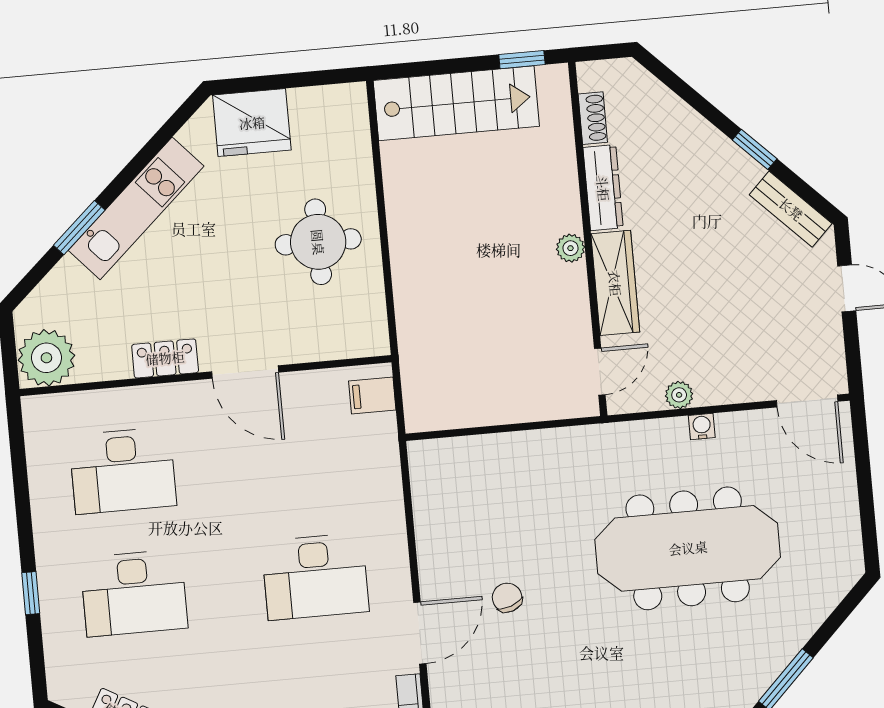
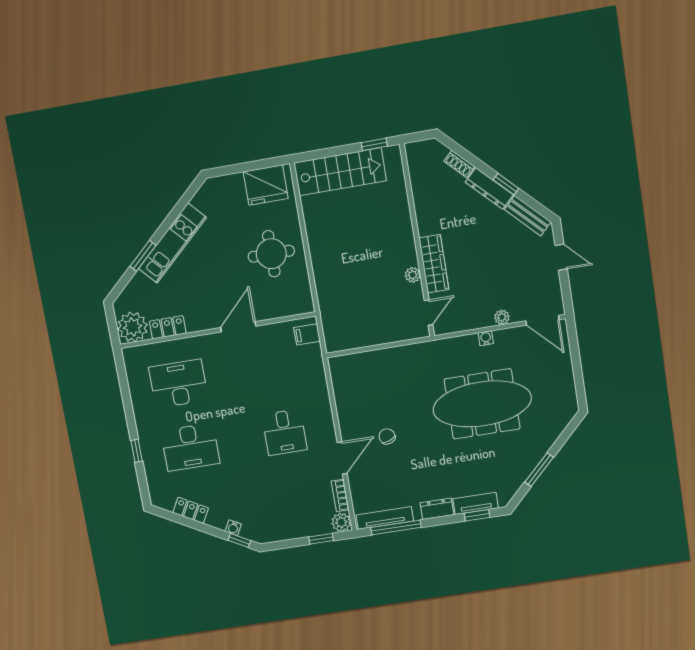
shoe rack: (593, 118) -> (459, 164), moved, turned 135
fridge: (252, 123) -> (266, 185), moved
dresser: (603, 188) -> (489, 189), moved, turned 135
plant: (570, 248) -> (413, 275), moved
locker: (165, 358) -> (168, 327), moved
door: (245, 372) -> (238, 327), swing flipped
plant: (679, 395) -> (502, 317), moved
desk: (123, 471) -> (178, 384), turned 180
desk: (315, 577) -> (284, 432), width x0.73

